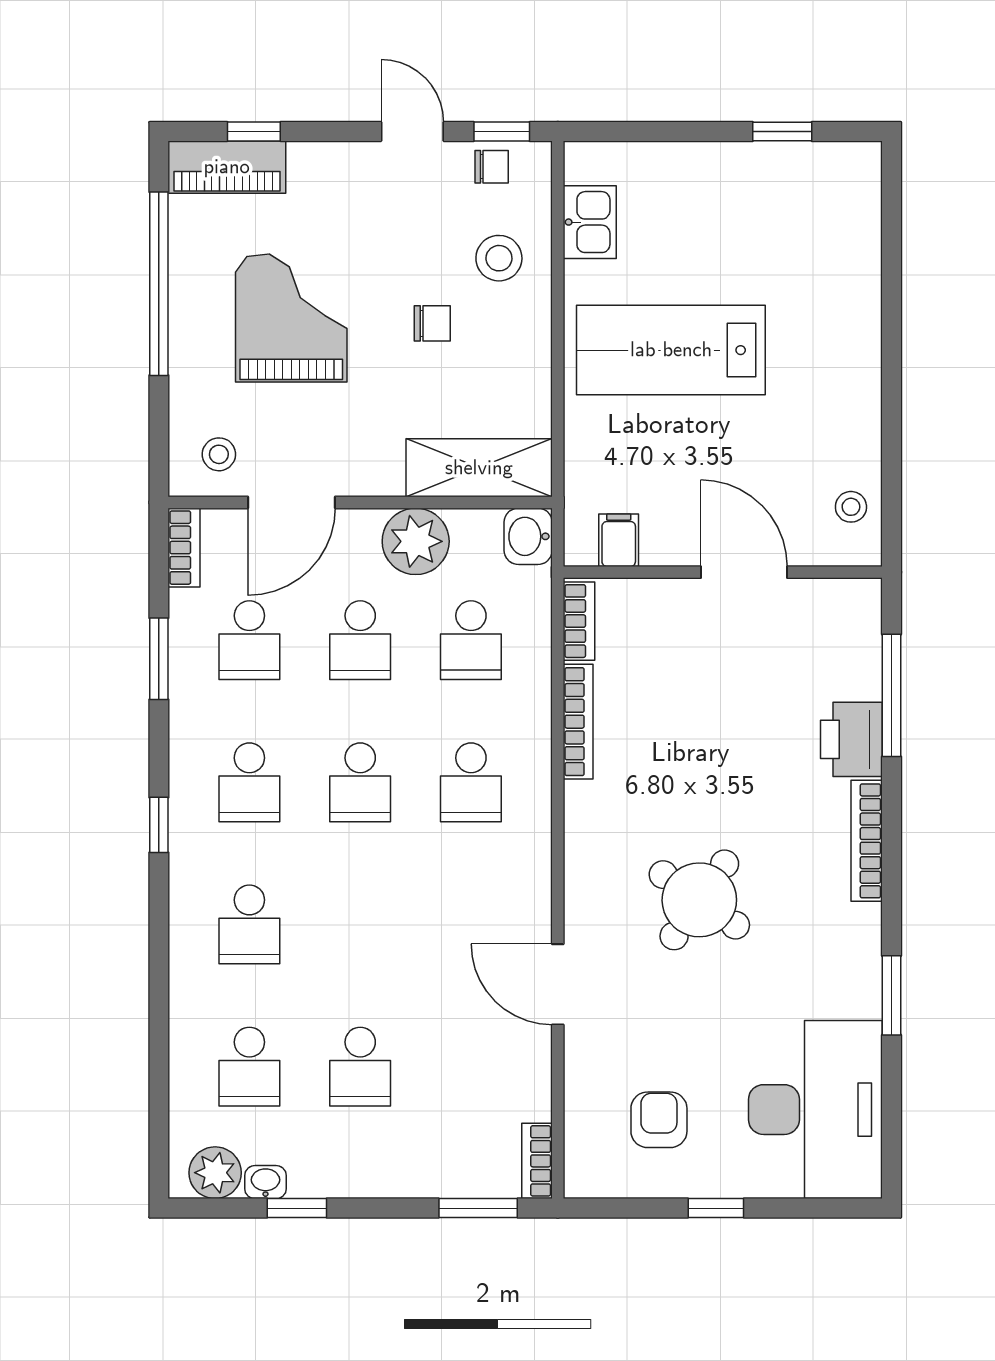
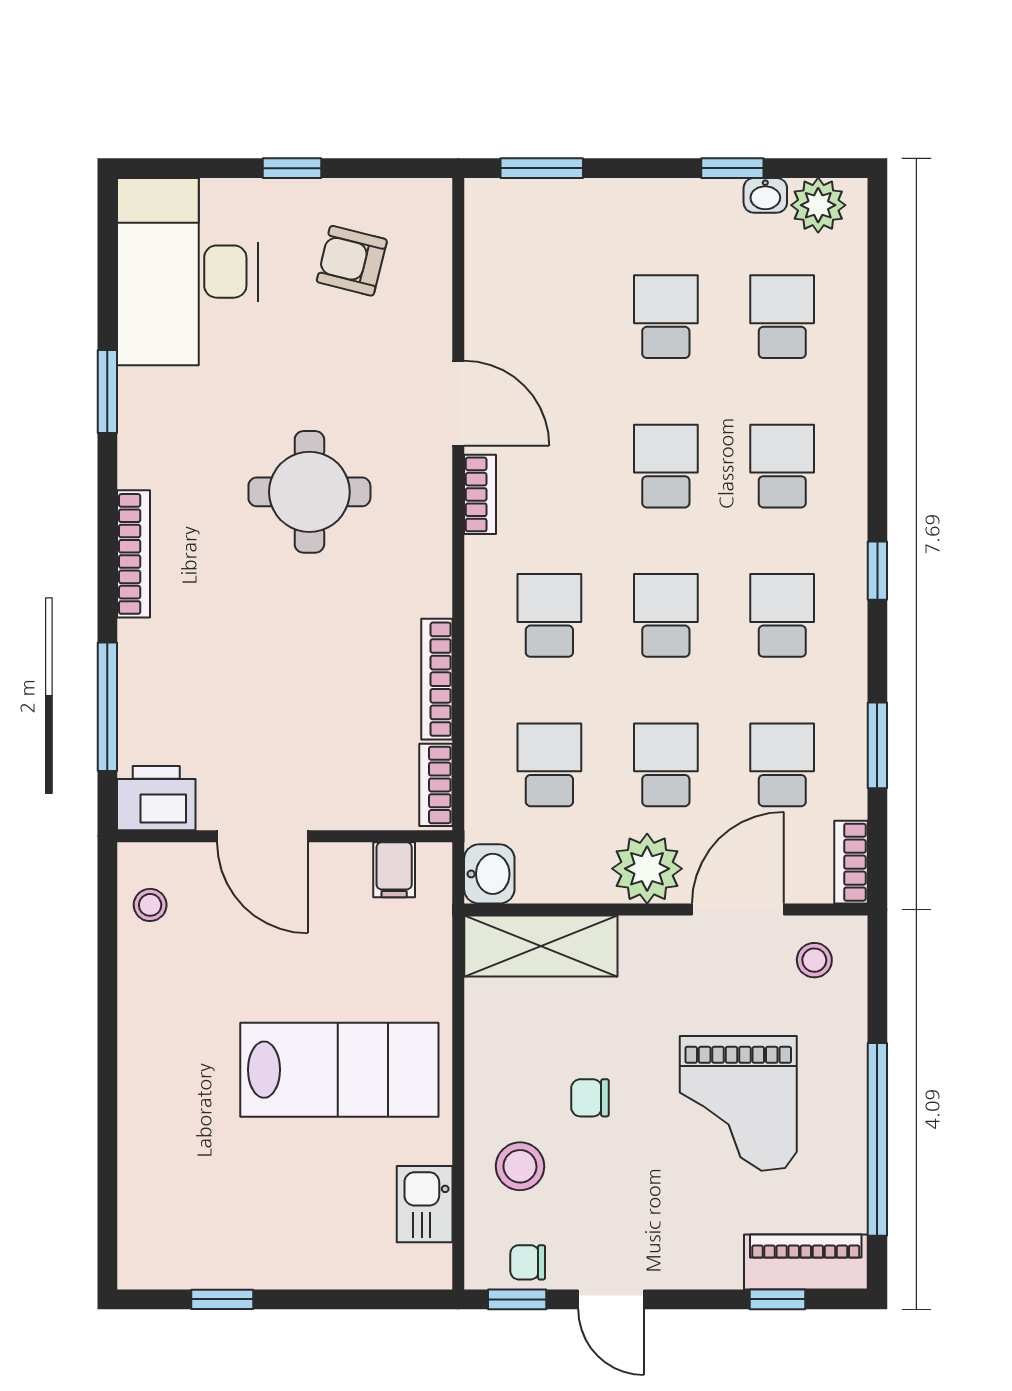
plant: (416, 541) -> (647, 869), moved
printer: (851, 739) -> (156, 798), moved, turned -90
round table: (699, 900) -> (309, 492), turned -35
school desk: (360, 924) -> (666, 466), added
armchair: (659, 1120) -> (352, 261), turned 104
bookcase: (537, 1161) -> (480, 494), moved

